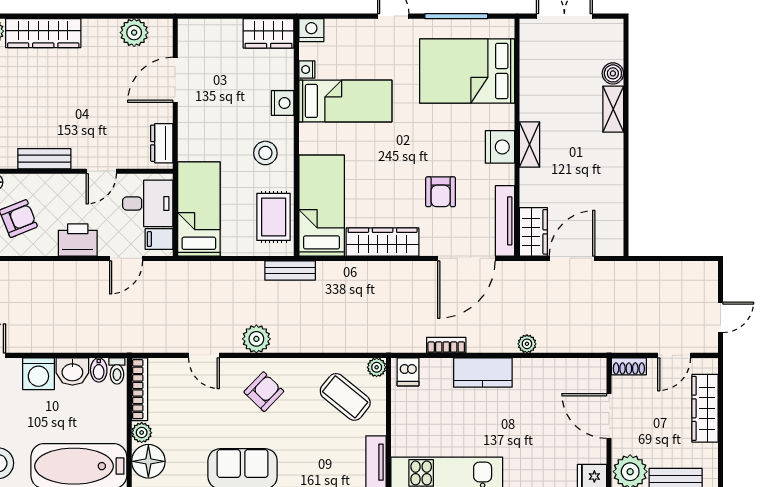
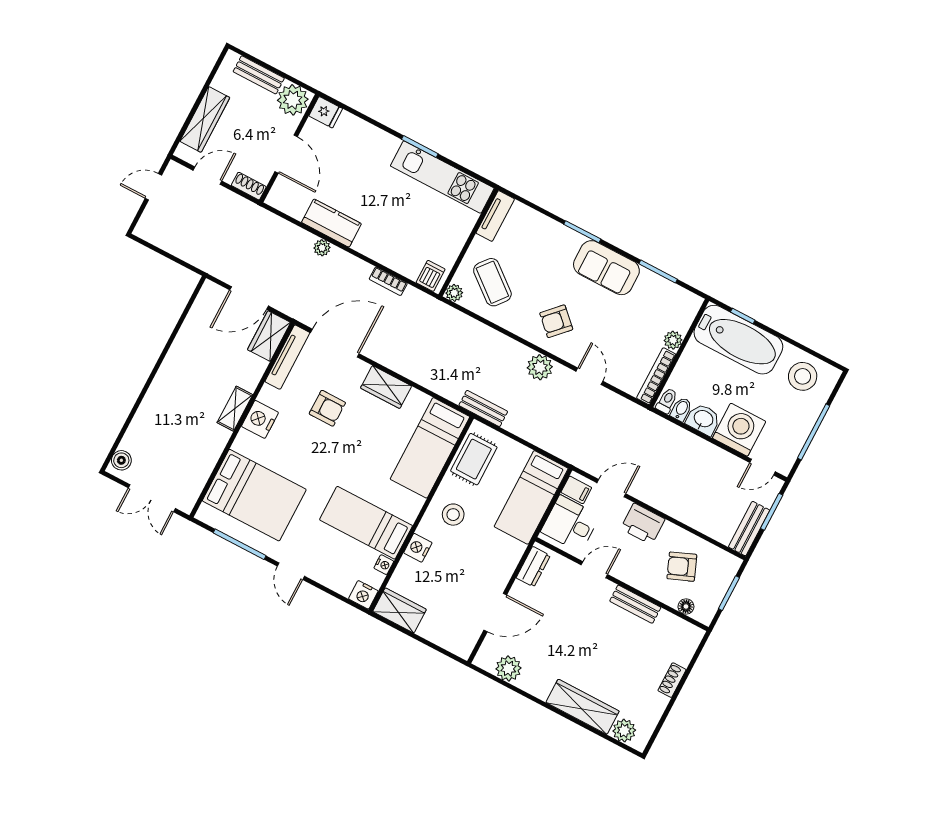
boiler: (613, 73) -> (121, 460), moved
shelving: (613, 109) -> (152, 402), removed
armchair: (441, 192) -> (327, 408), turned 90
wardrobe: (383, 242) -> (386, 387), width x0.67
kitchen counter: (483, 372) -> (331, 223), moved
washing machine: (38, 374) -> (739, 430), width x1.37, depth x1.37
floor lamp: (148, 461) -> (680, 314), removed

